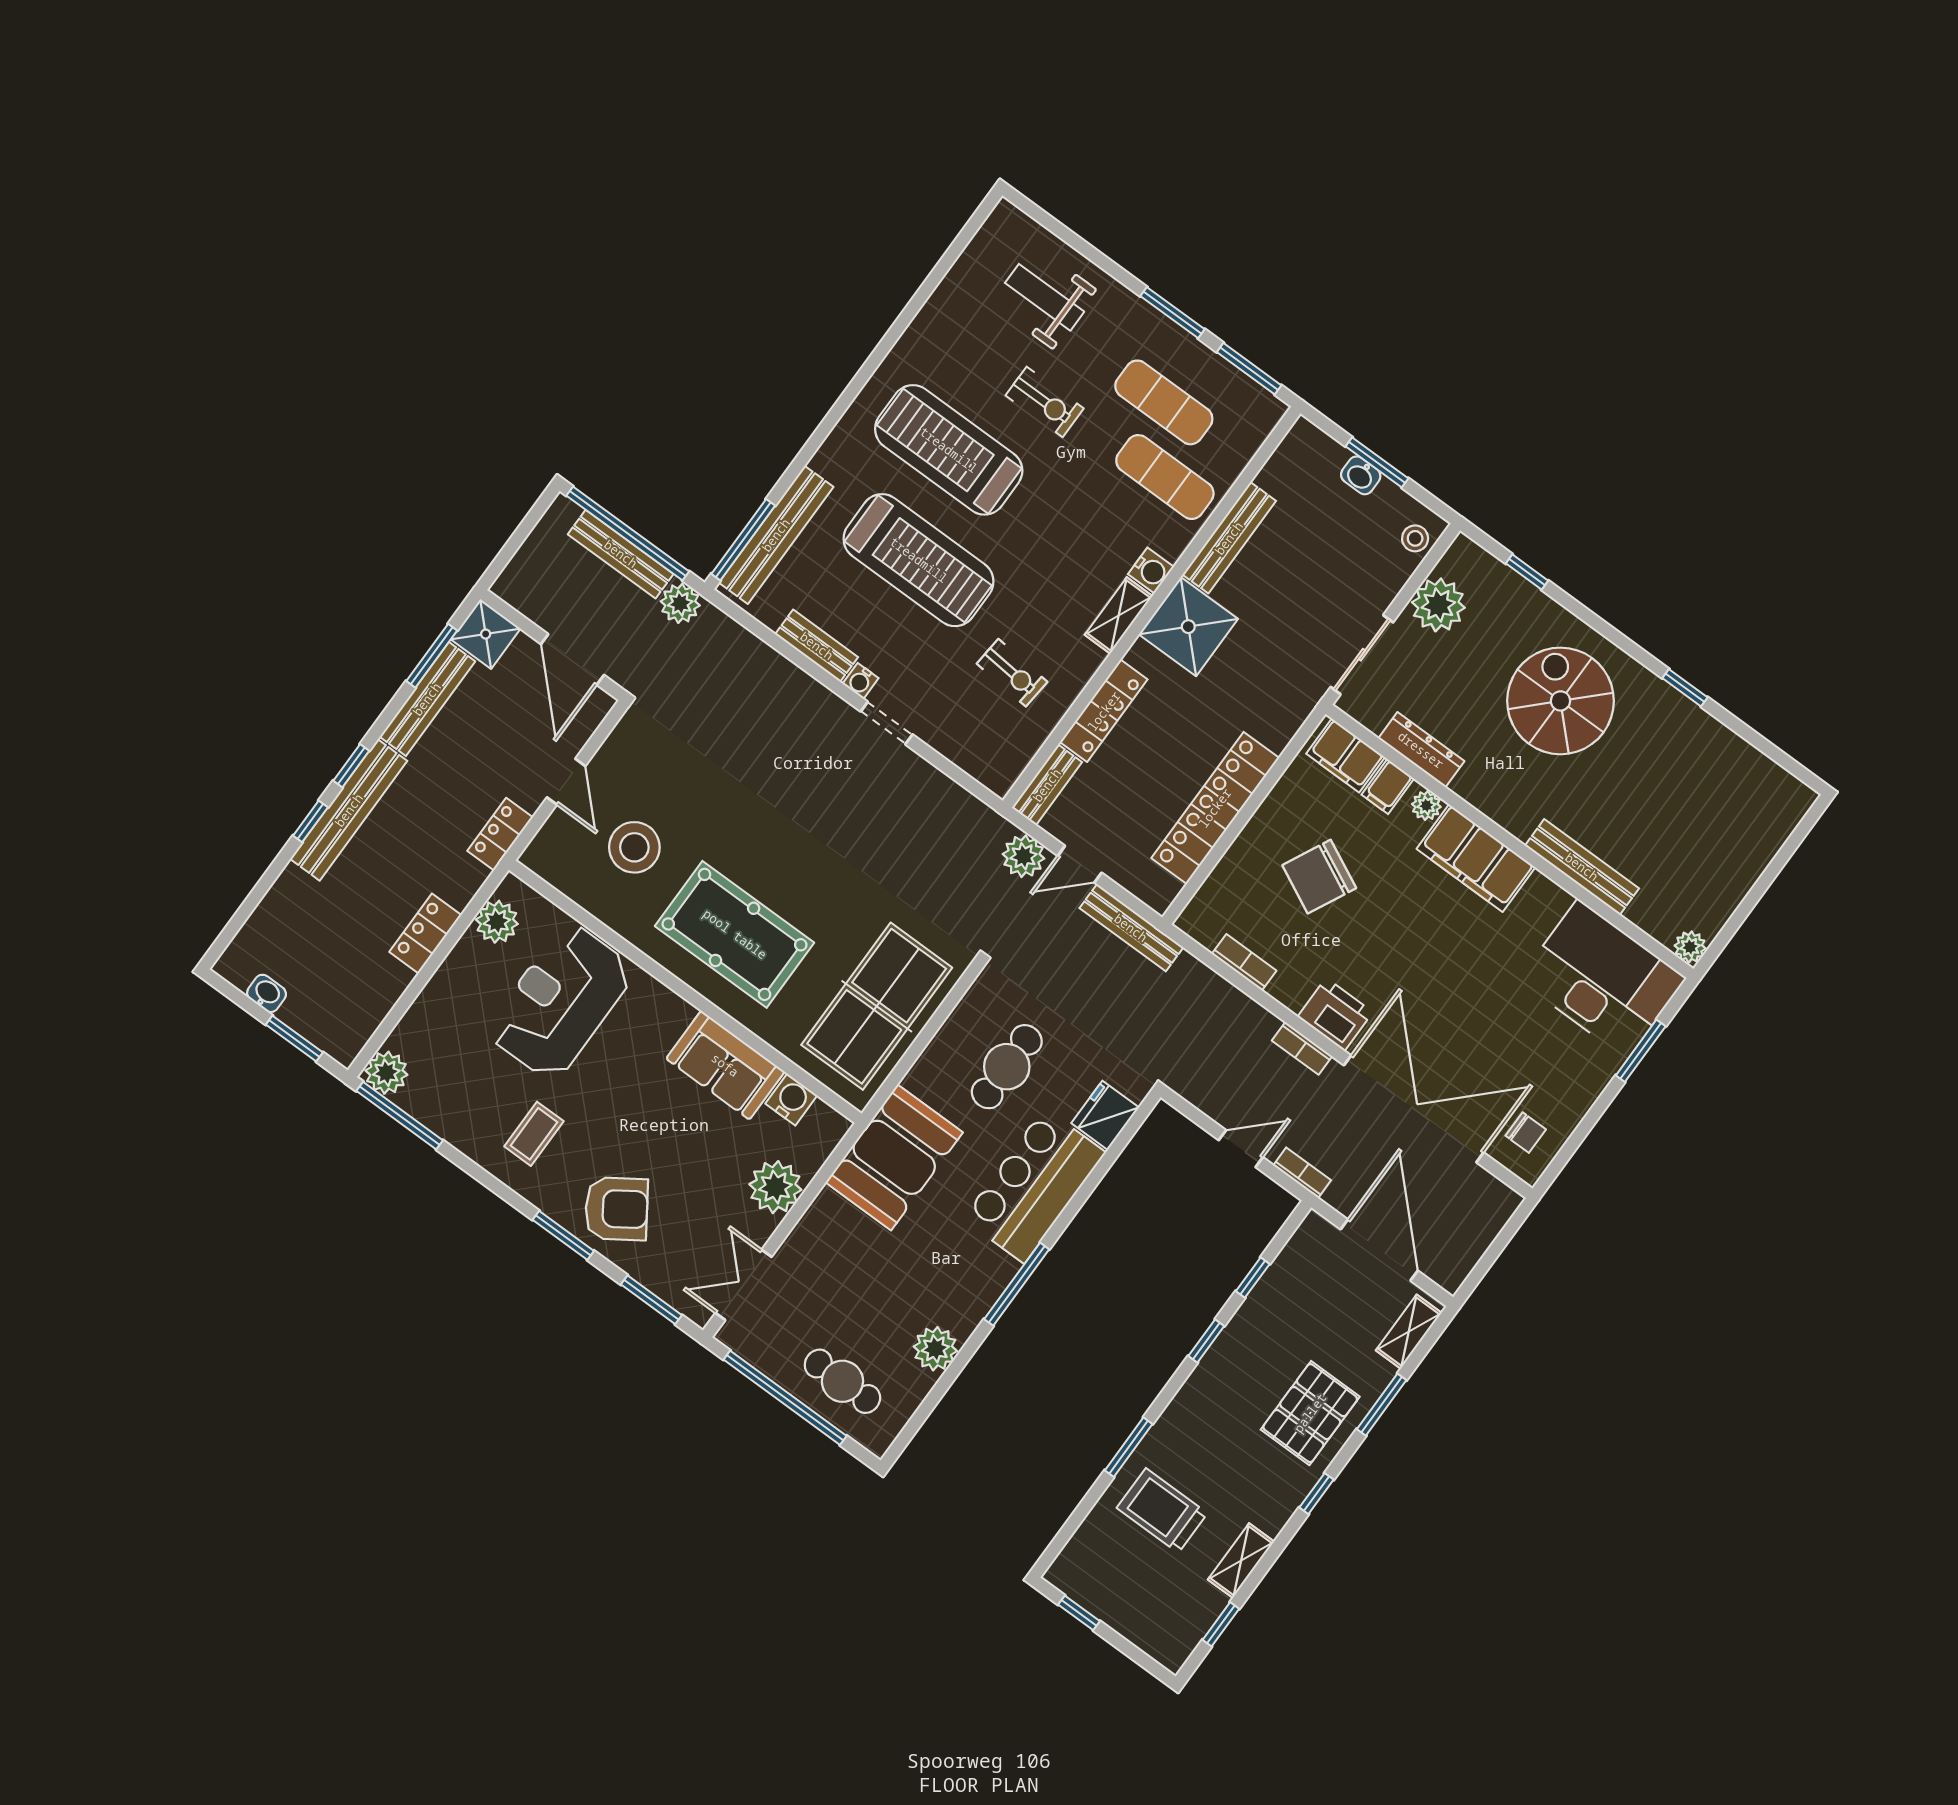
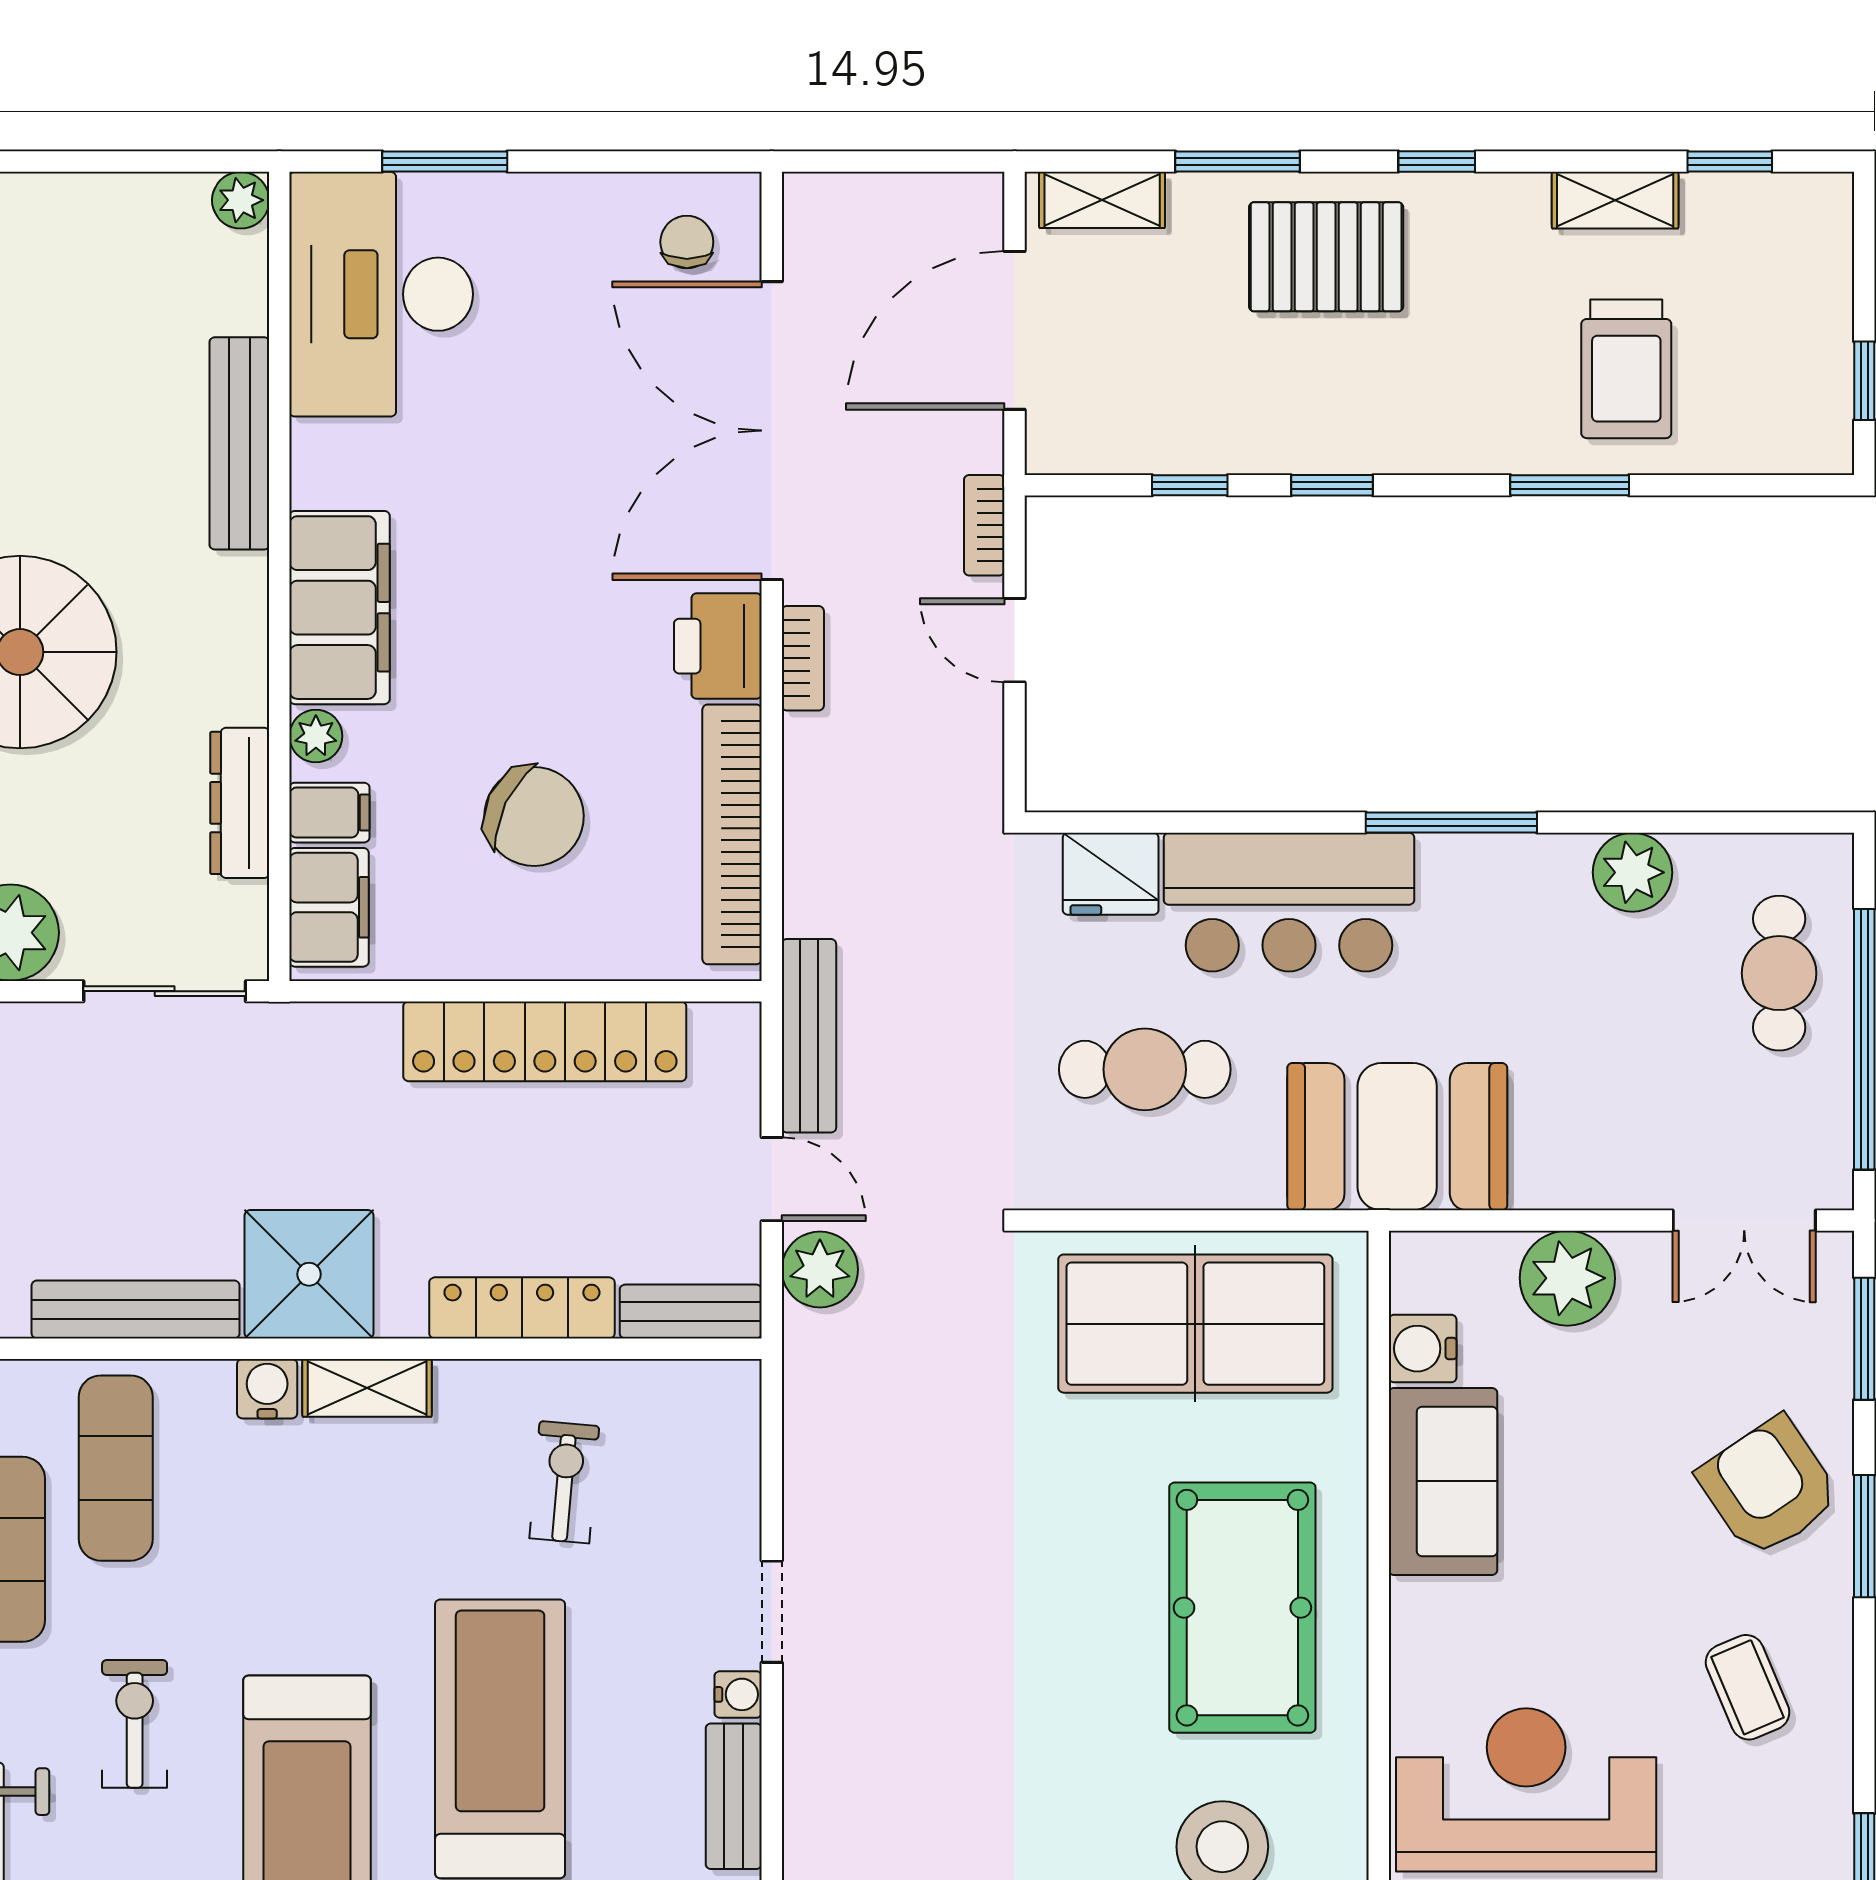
bookcase: (1244, 962) -> (732, 834), width x2.31, depth x1.31
reception desk: (560, 1002) -> (1526, 1790), turned 180
coffee table: (534, 1134) -> (1747, 1687), turned 67

